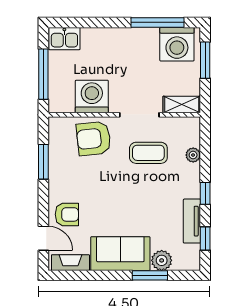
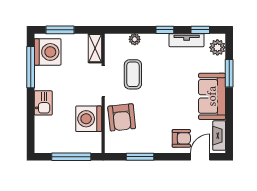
kitchen sink: (64, 39) -> (43, 103), moved
armchair: (67, 214) -> (181, 138), turned 90
plant: (162, 260) -> (217, 47), moved

